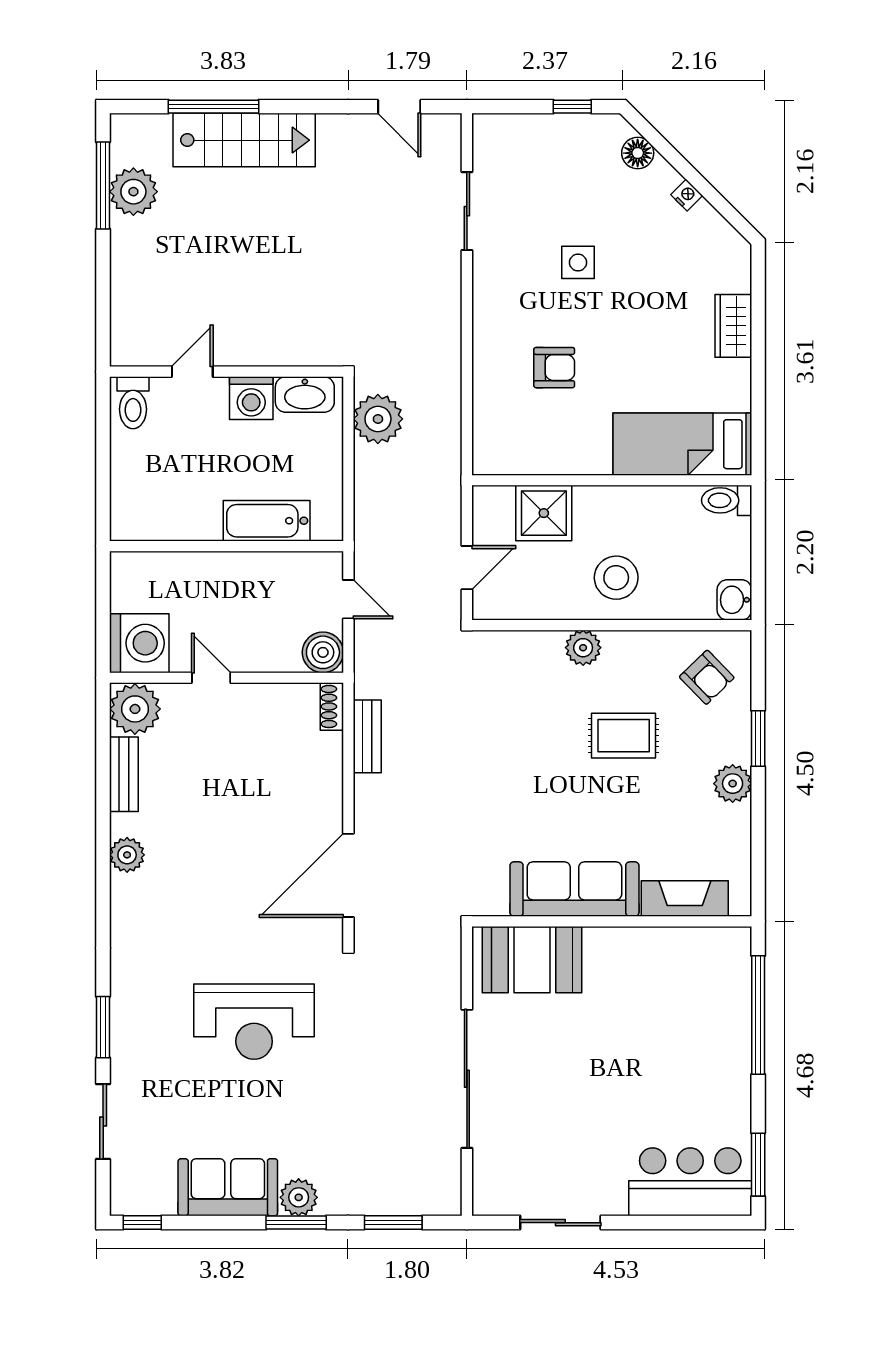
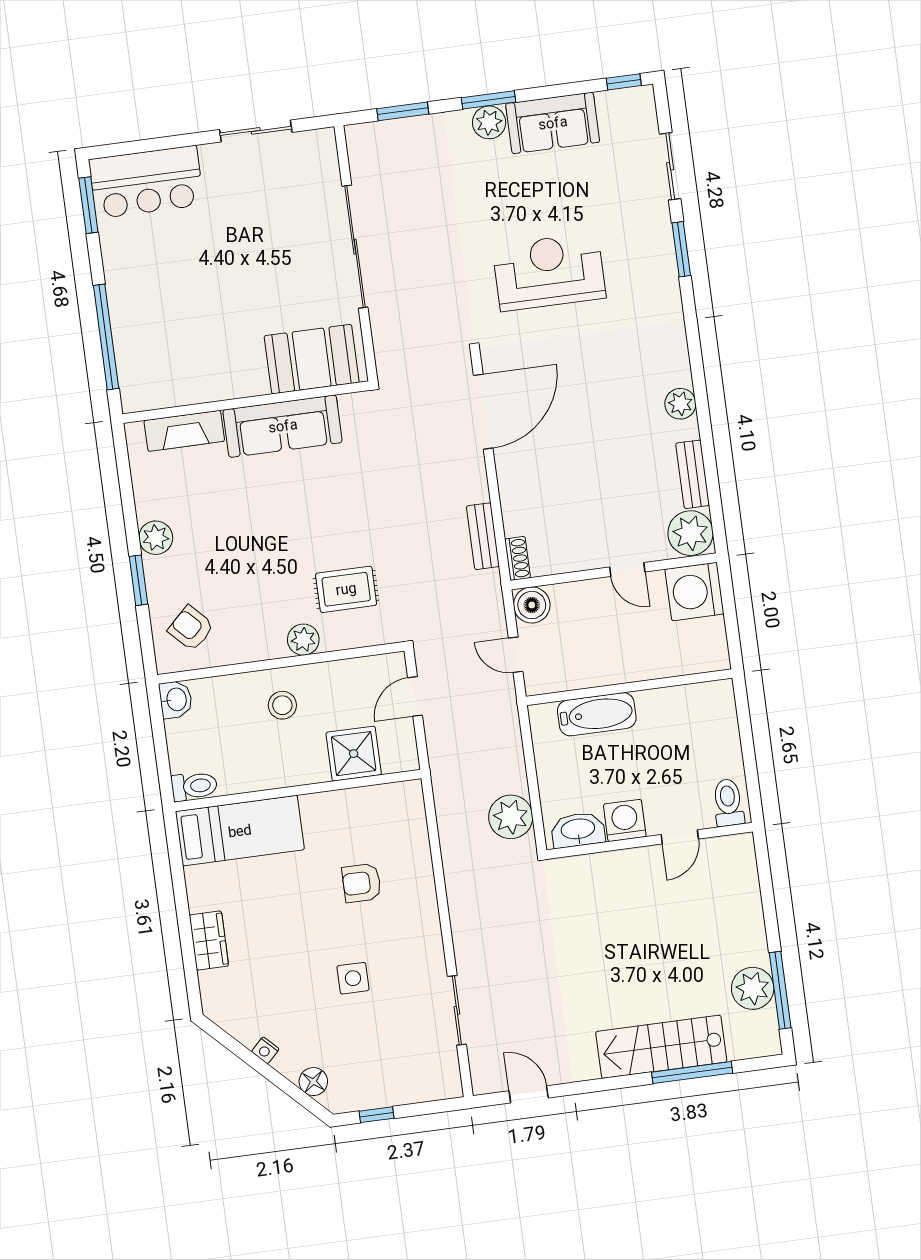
stool: (616, 578) -> (282, 705), width x0.73, depth x0.73
rug: (624, 736) -> (346, 589), moved

